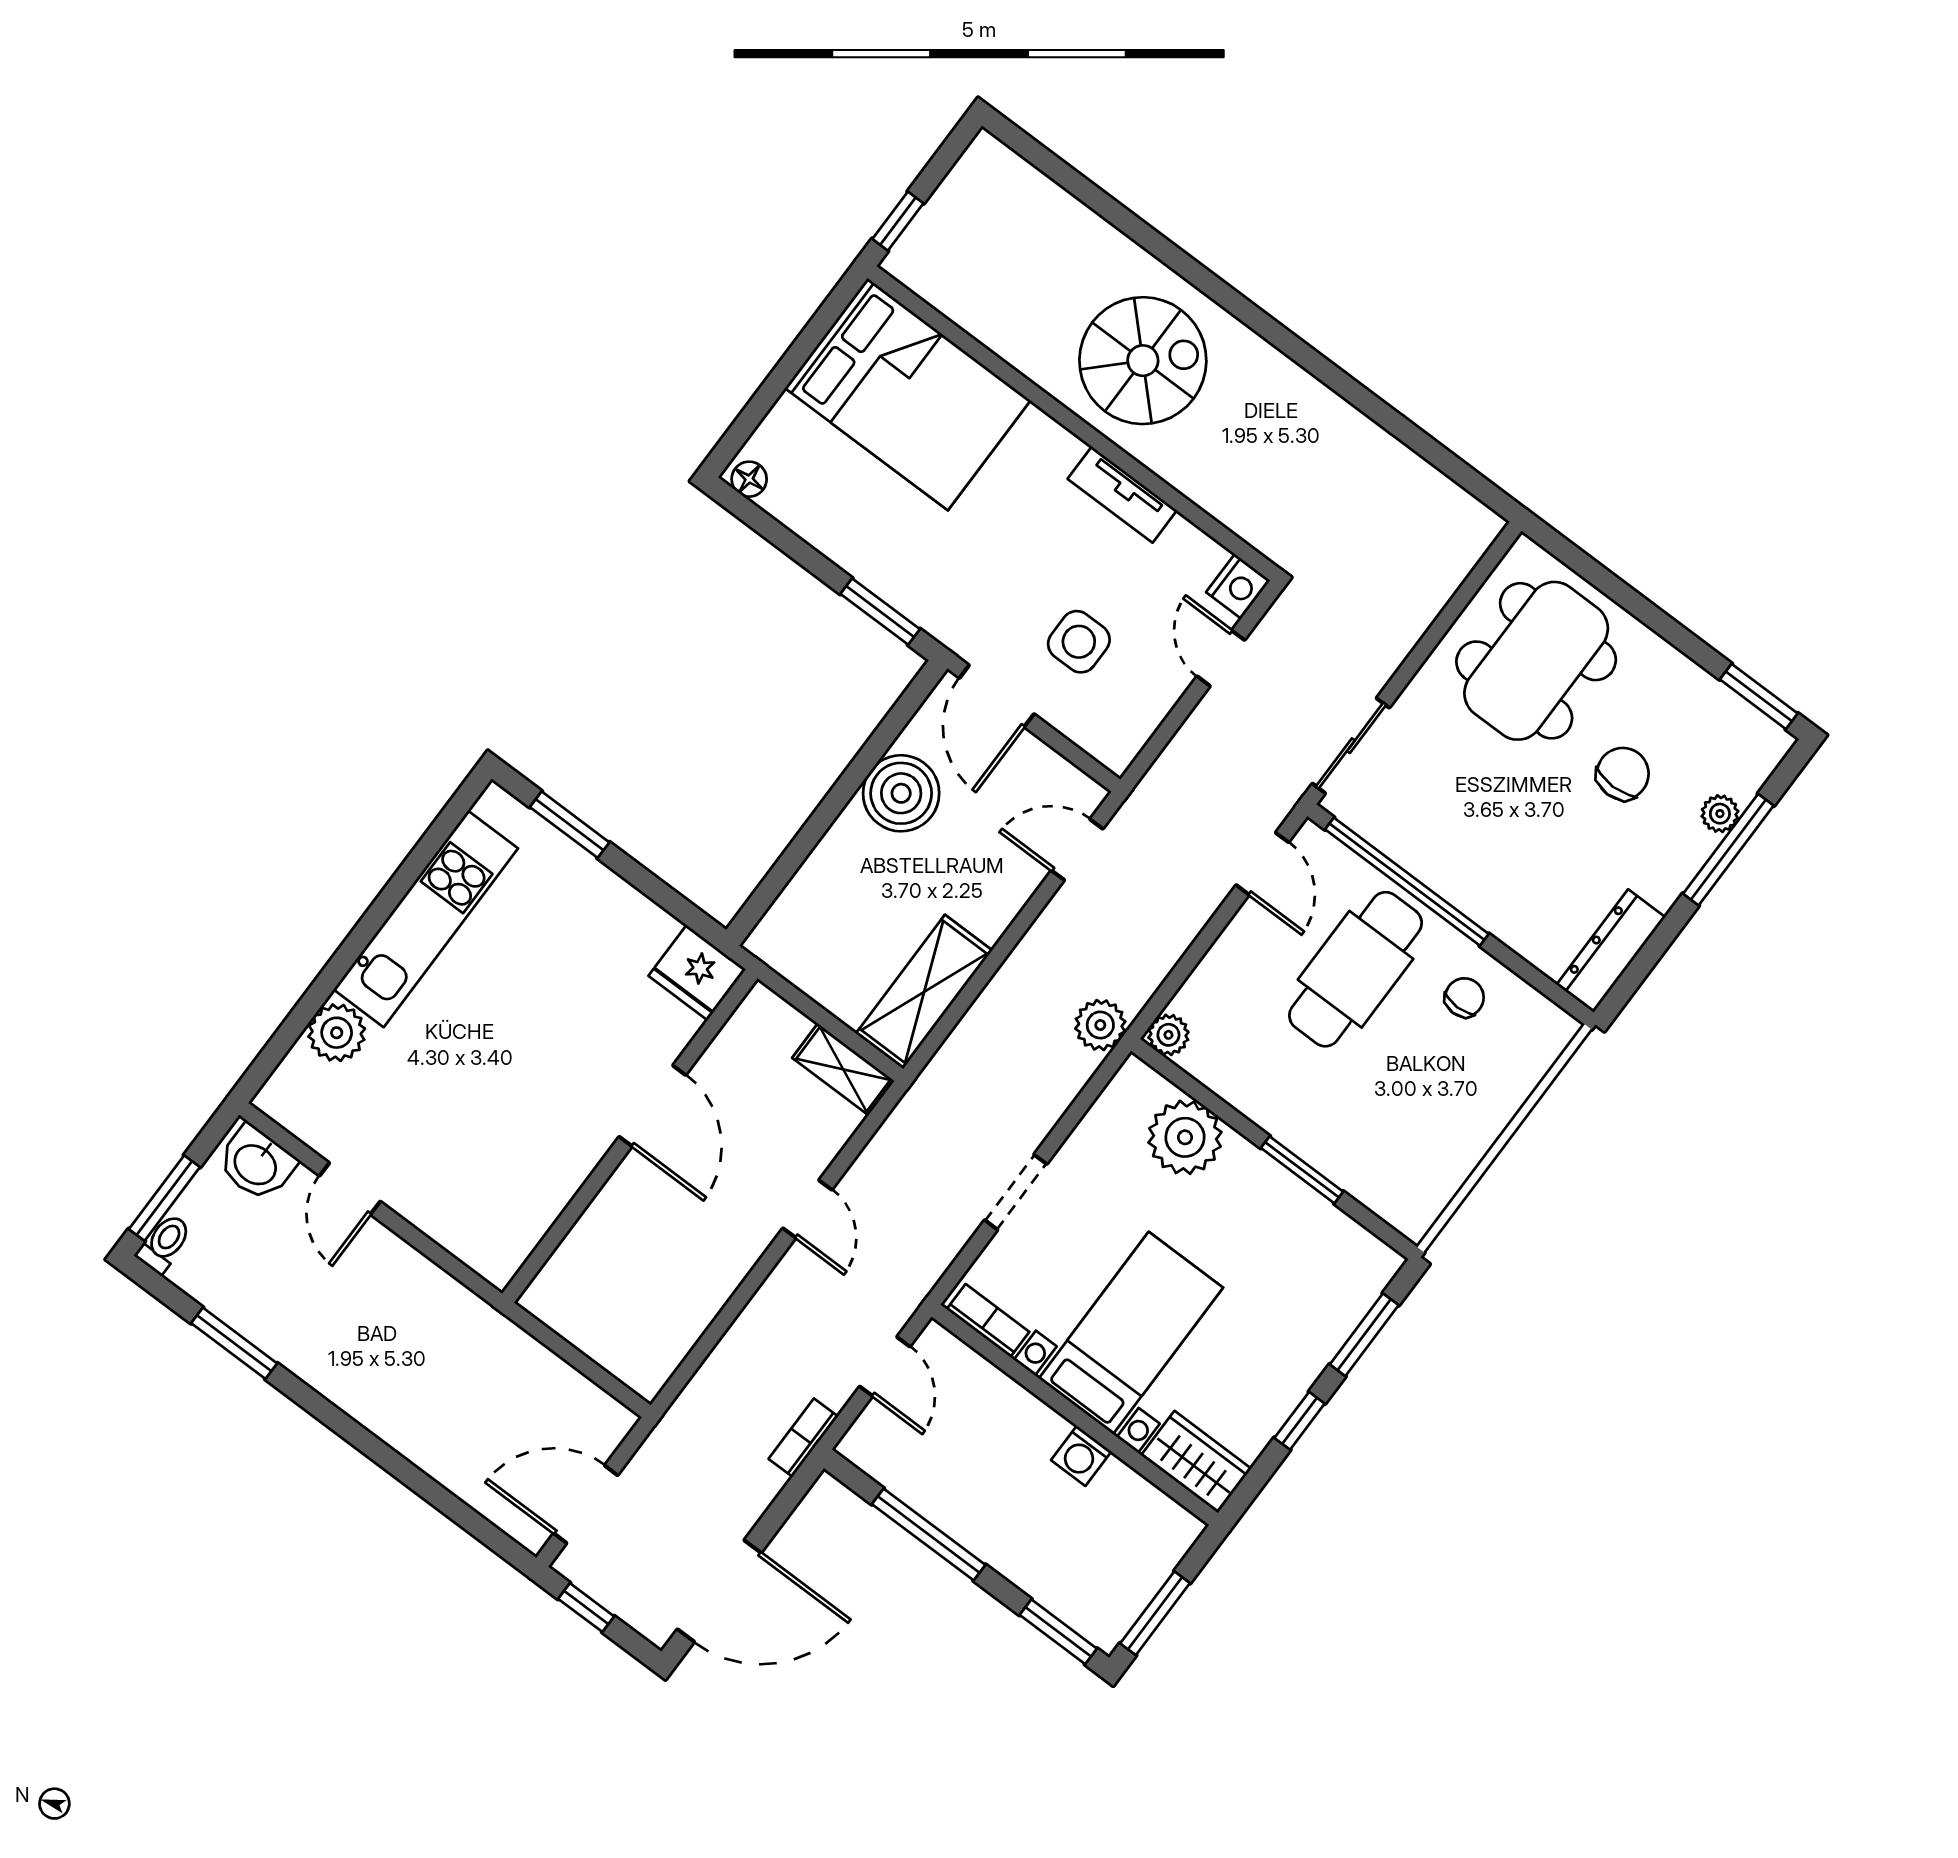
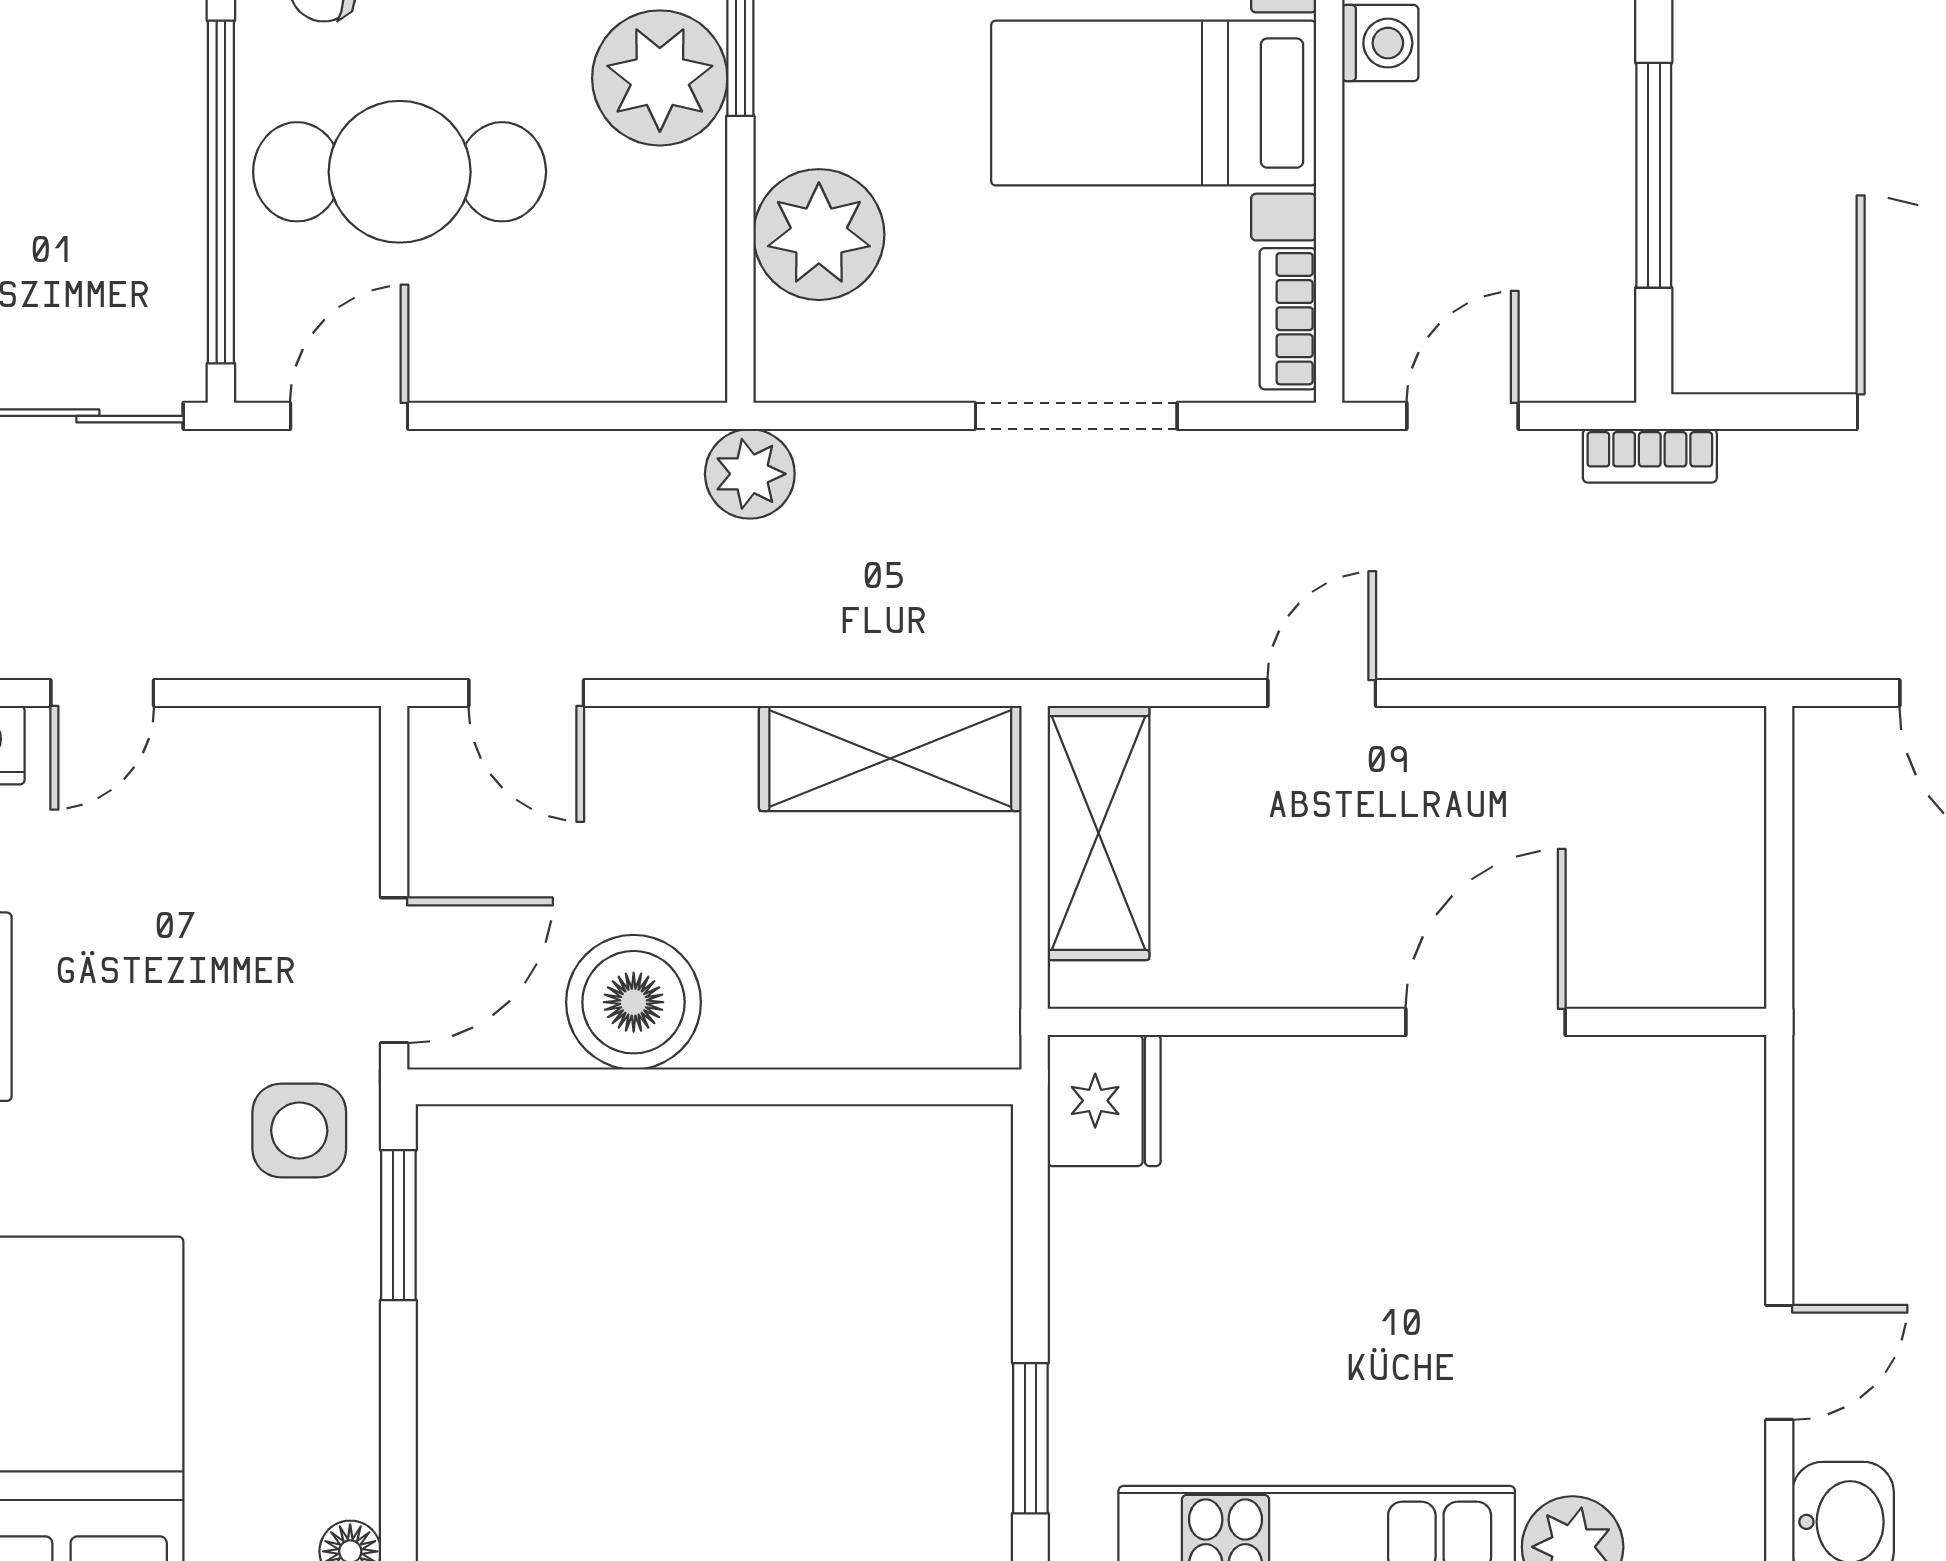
side table: (1079, 642) -> (299, 1130), moved
plant: (1168, 1035) -> (660, 78), moved, width x1.87, depth x1.87
shelving: (843, 1069) -> (1099, 833), width x1.50, depth x1.33
door: (652, 1106) -> (1486, 1022), moved
doorway: (1016, 1192) -> (1076, 416), width x1.38

